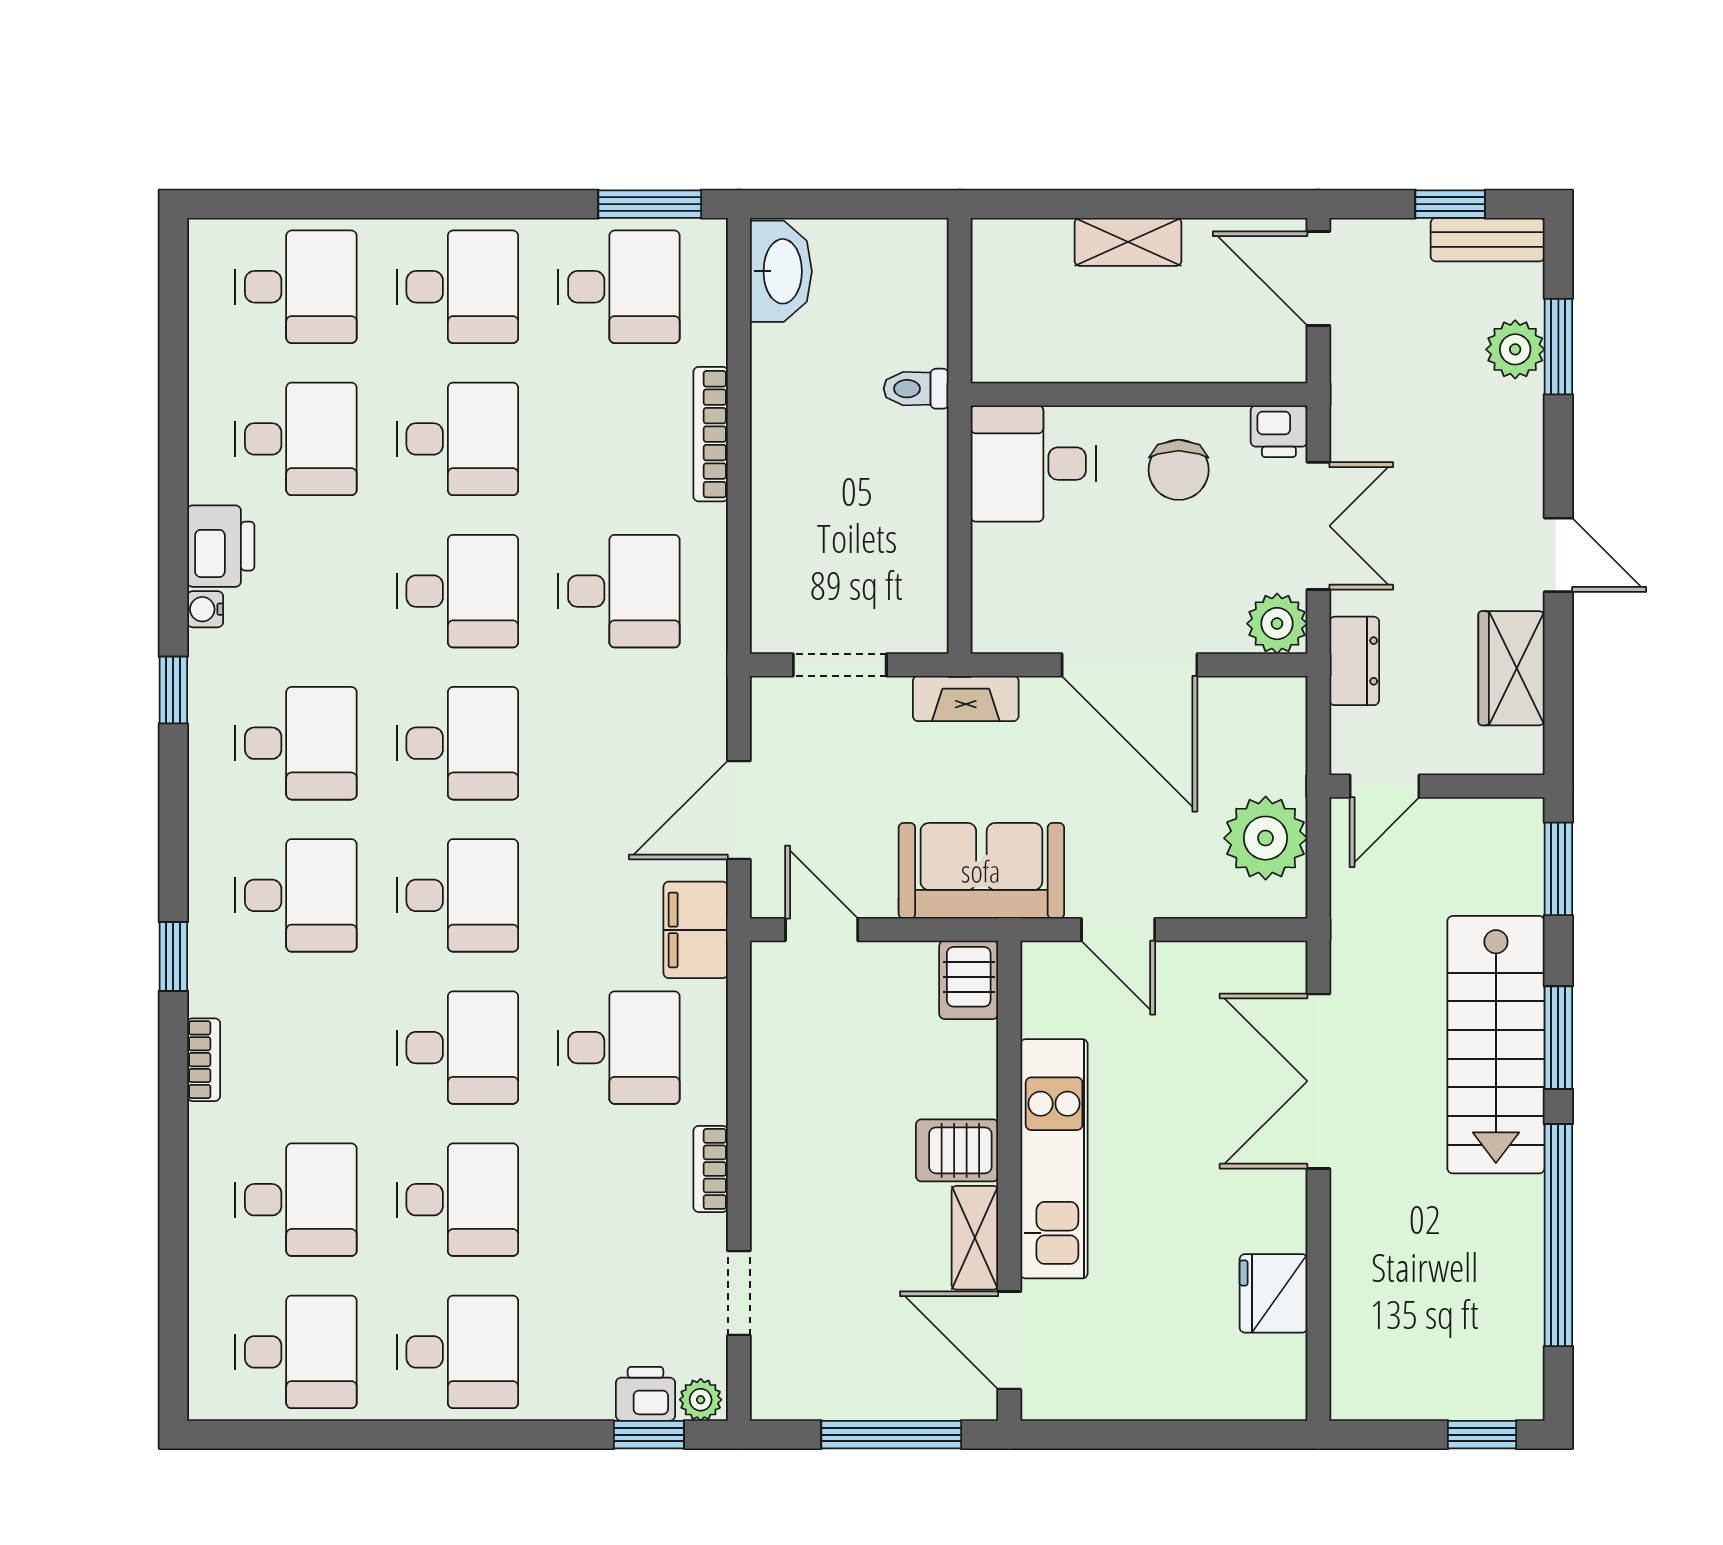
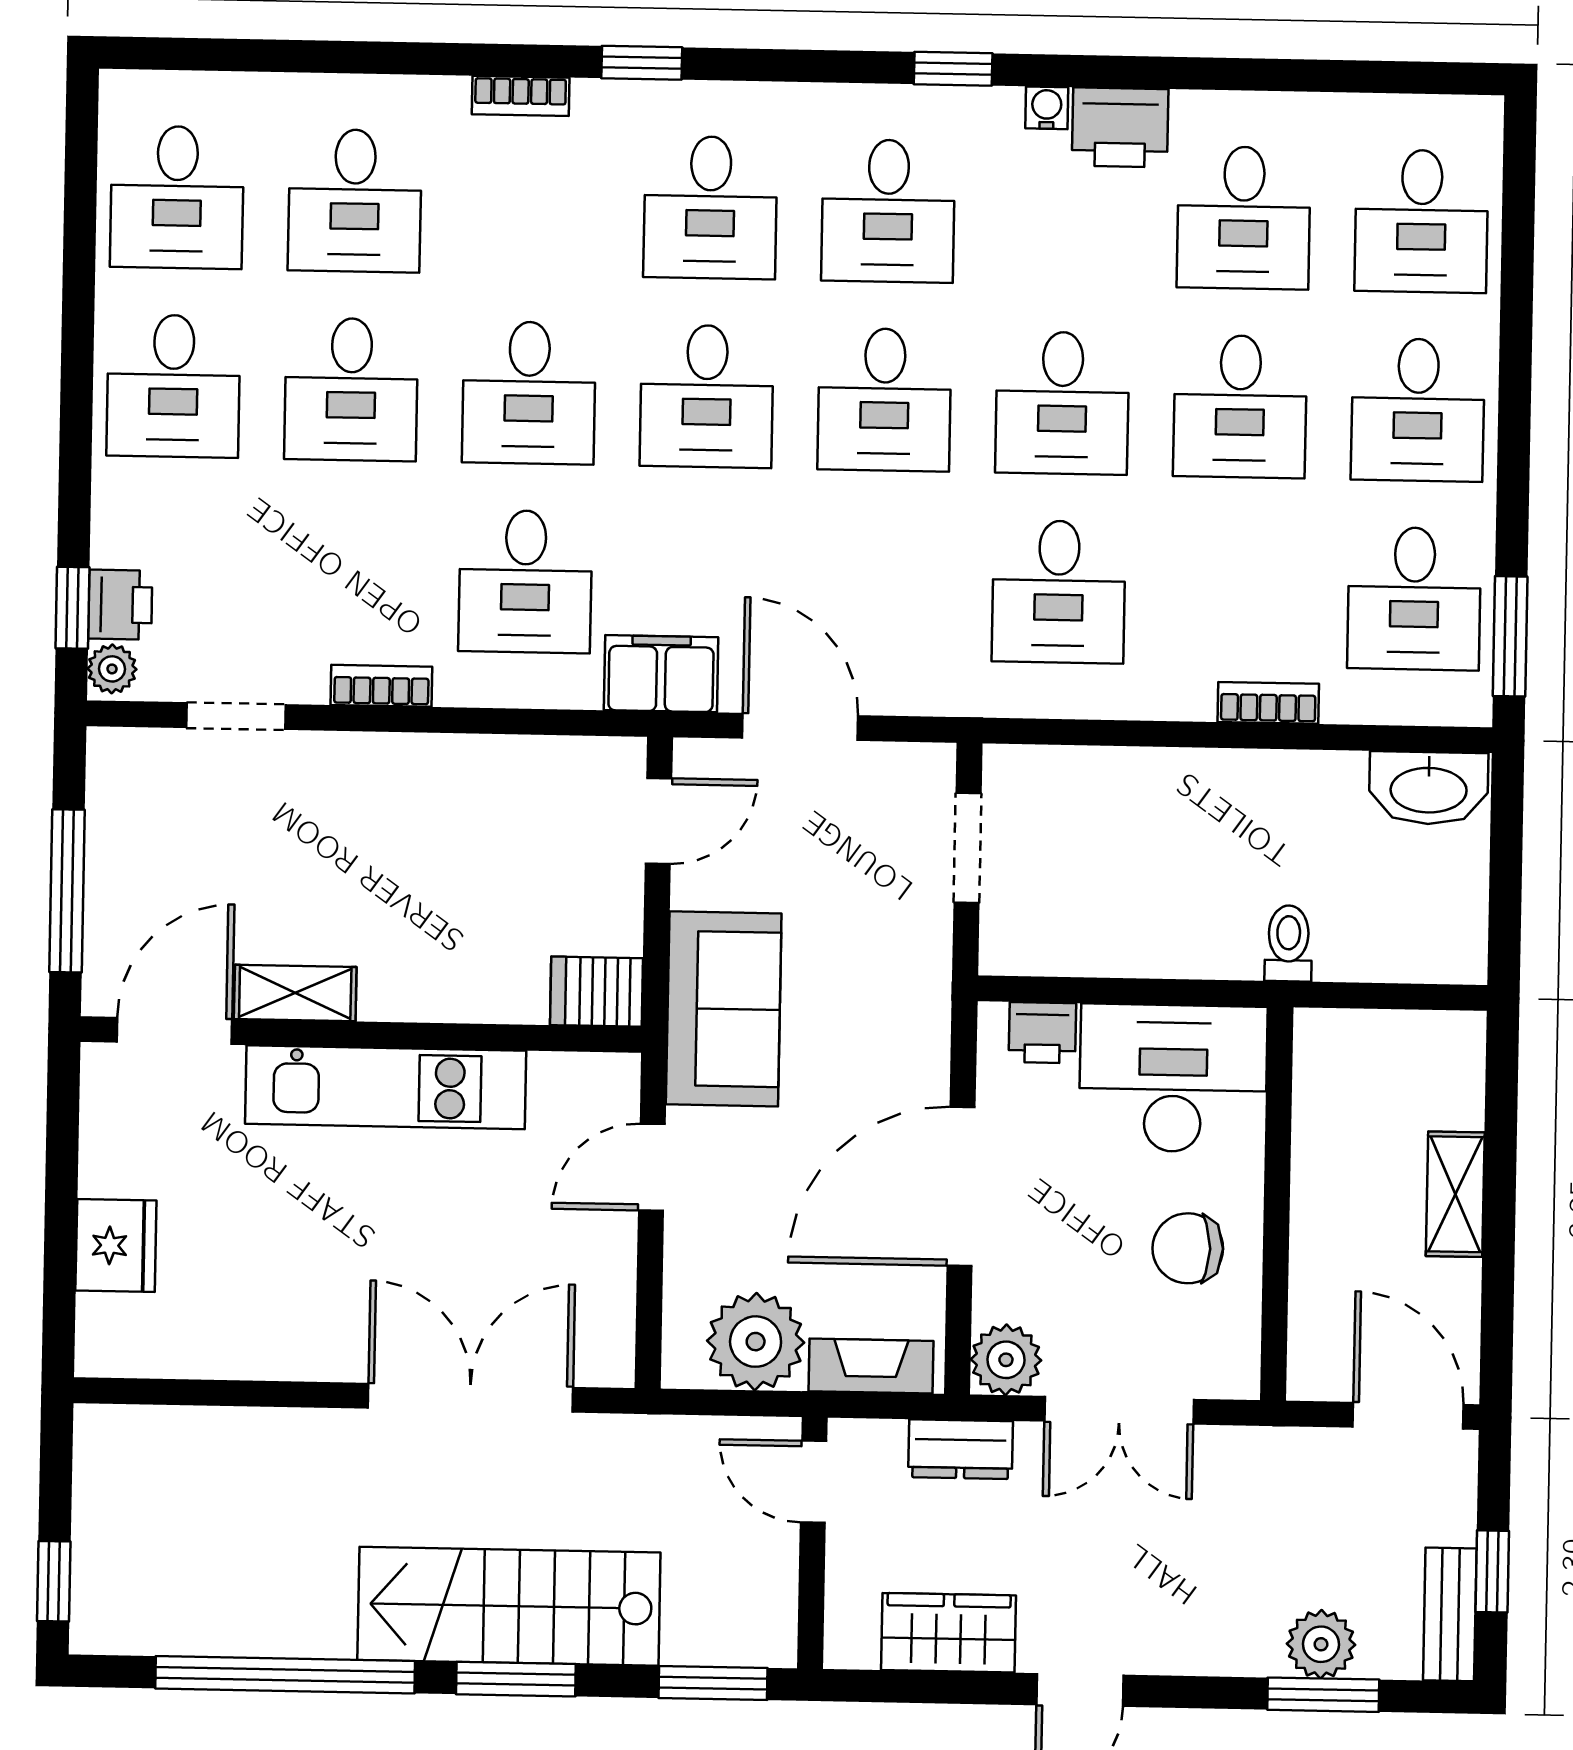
door: (1318, 278) -> (1408, 1416), hinge flipped
printer: (1279, 431) -> (1042, 1033), moved, turned -90
bookcase: (711, 434) -> (1268, 703), width x0.64
desk: (1033, 464) -> (1173, 1078), width x1.37
fireplace: (966, 698) -> (871, 1366), moved, turned 90
server rack: (957, 1150) -> (398, 974), removed
fridge: (1273, 1293) -> (116, 1245), moved, turned 90

